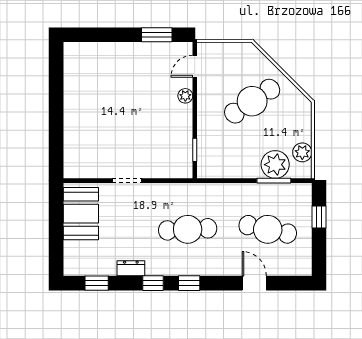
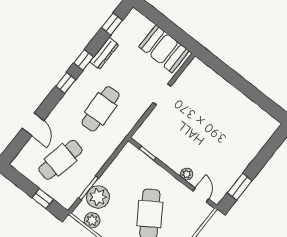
dresser: (131, 268) -> (104, 53), width x1.44
door: (254, 283) -> (33, 124), hinge flipped

